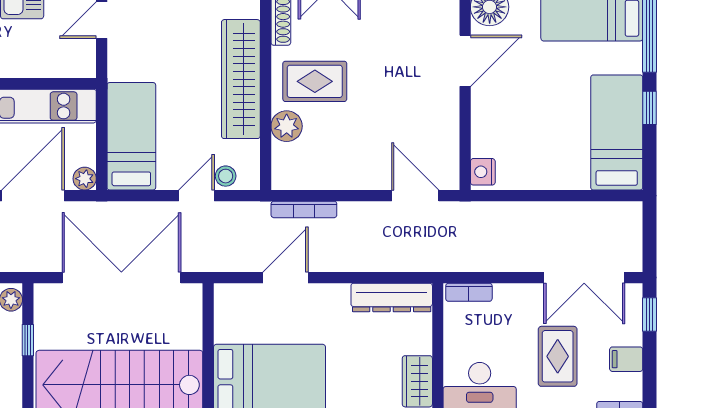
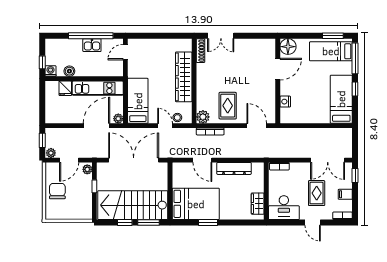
rug: (315, 81) -> (228, 106), moved, turned 90
plant: (287, 126) -> (203, 117), moved
nightstand: (483, 172) -> (285, 102), moved
door: (196, 196) -> (165, 126), hinge flipped
door: (285, 278) -> (202, 160), swing flipped
dresser: (392, 297) -> (234, 168), moved

